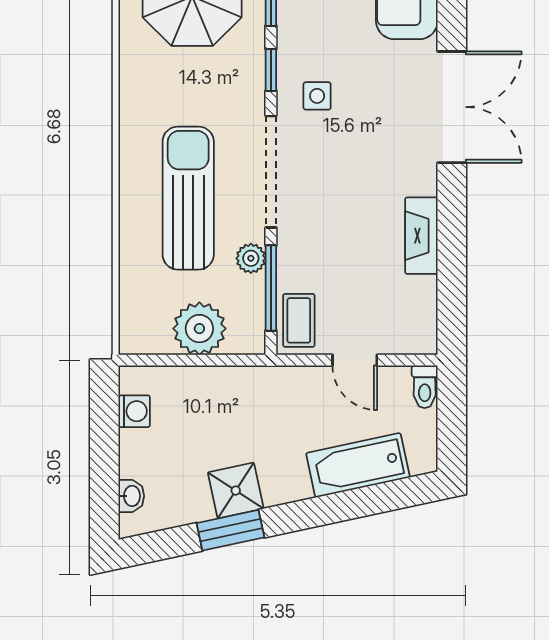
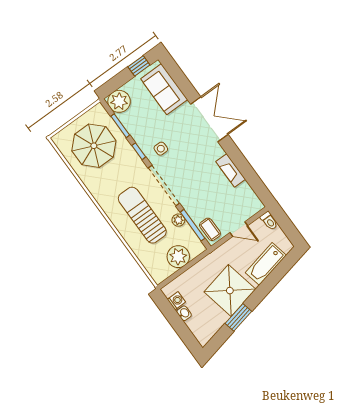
shower: (236, 491) -> (230, 291), width x1.86, depth x1.86
washbasin: (131, 496) -> (184, 313), moved

